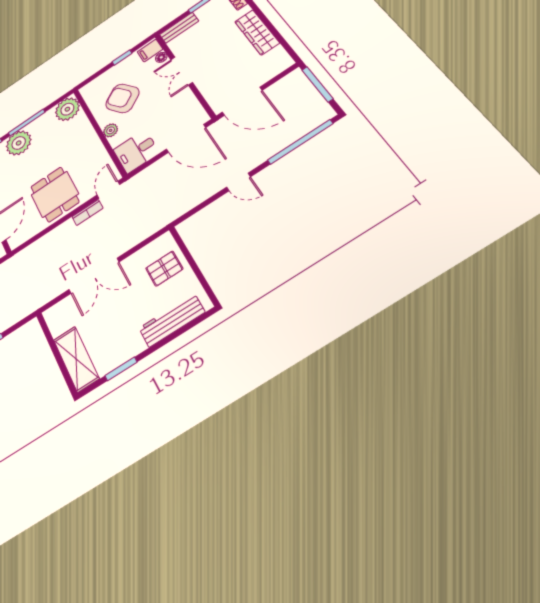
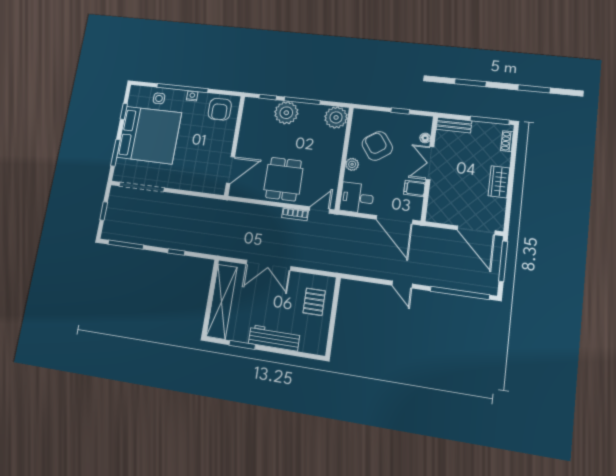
wardrobe: (257, 32) -> (499, 182), width x0.67
filing cabinet: (150, 50) -> (414, 188), moved
door: (242, 101) -> (476, 230), moved
pallet: (164, 269) -> (314, 302), turned 90
workbench: (172, 320) -> (274, 338), moved
shelving: (76, 359) -> (222, 302), width x1.47

